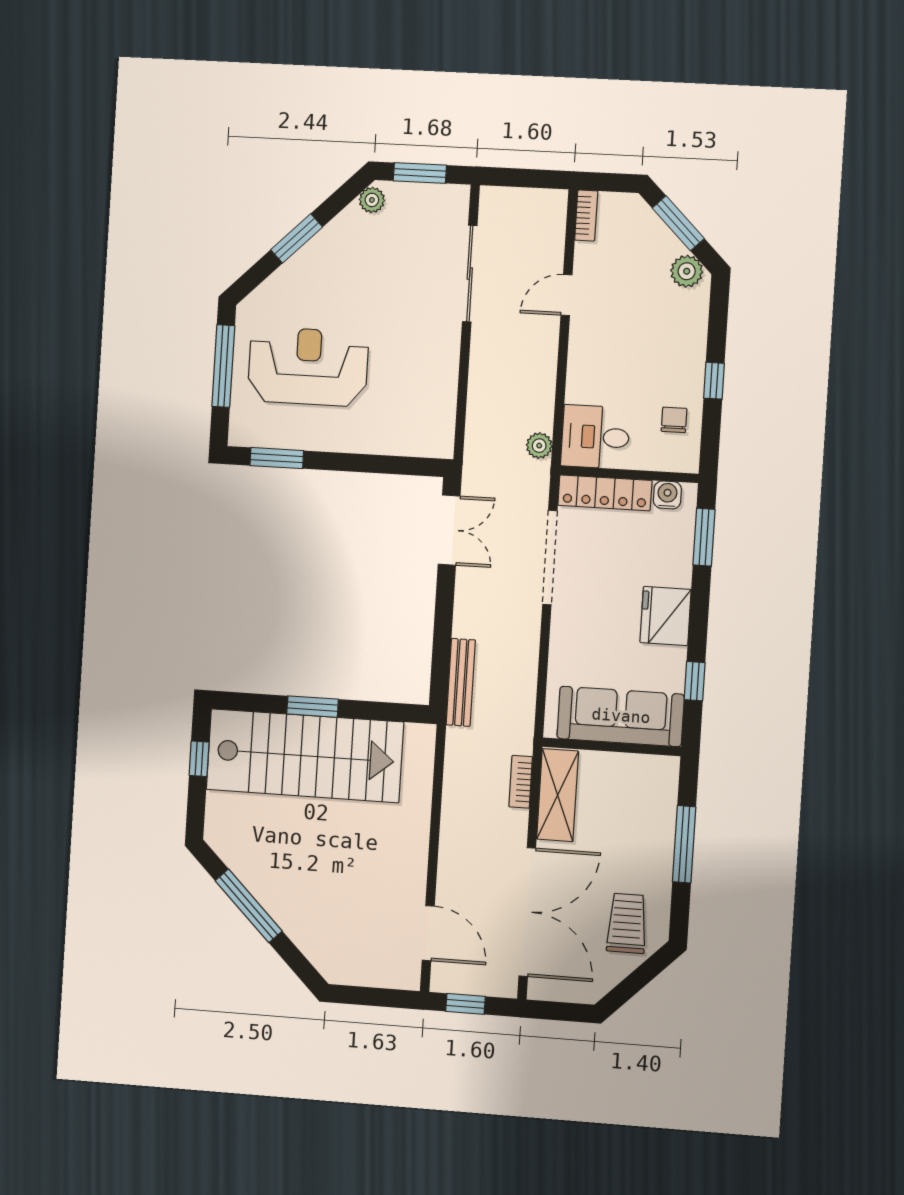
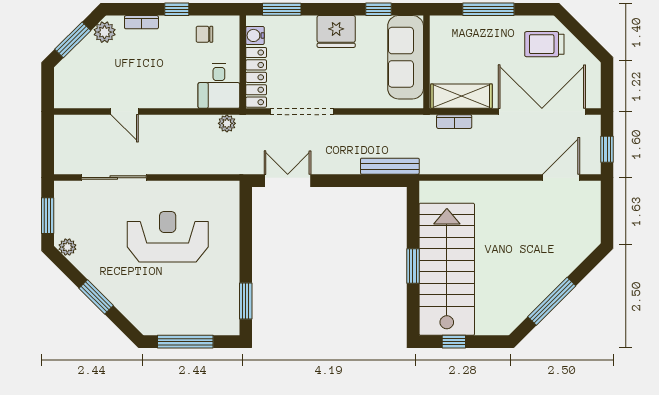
bookcase: (586, 216) -> (141, 22), moved, turned 180
reception desk: (308, 367) -> (168, 237), moved, turned 90

